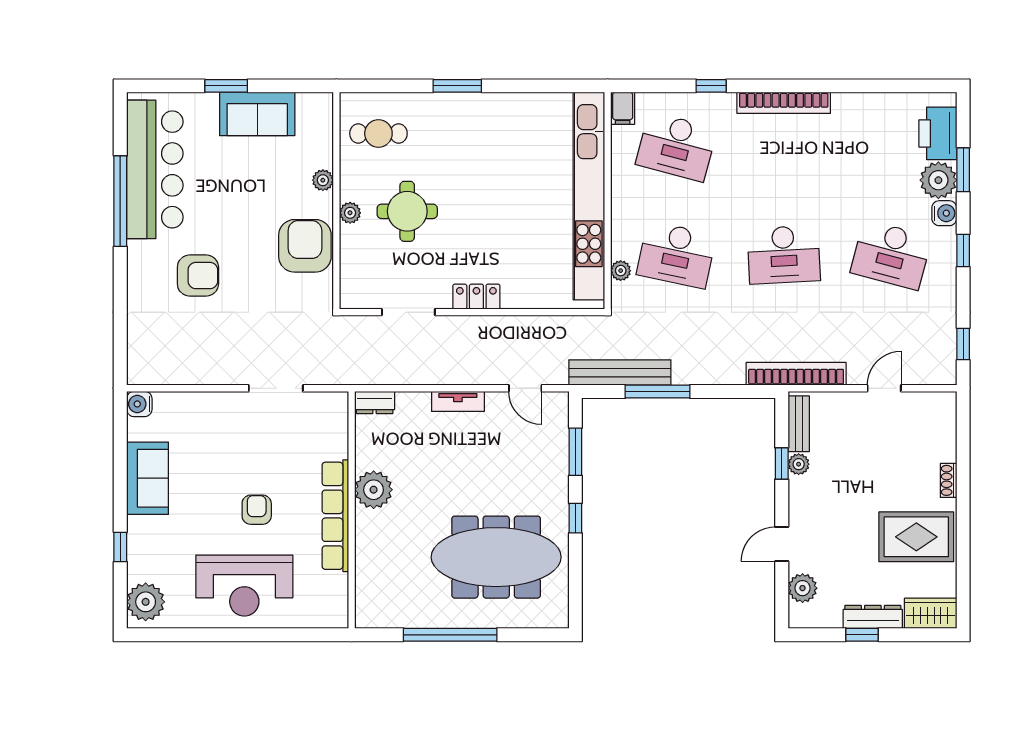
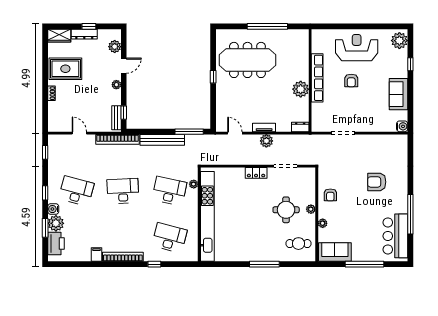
window: (226, 86) -> (364, 264), width x2.11
window: (457, 86) -> (264, 264), width x1.44
filing cabinet: (623, 108) -> (97, 254), moved
sofa: (257, 114) -> (335, 252), moved
bar counter: (155, 169) -> (395, 236), width x0.73
armchair: (305, 246) -> (330, 195), width x0.53, depth x0.53
plant: (452, 370) -> (266, 141), added
bench: (620, 372) -> (162, 140), moved
door: (884, 388) -> (79, 133), swing flipped
window: (658, 392) -> (189, 132), moved
window: (575, 452) -> (213, 106), removed
window: (782, 464) -> (124, 113), moved
plant: (799, 464) -> (116, 85), moved

